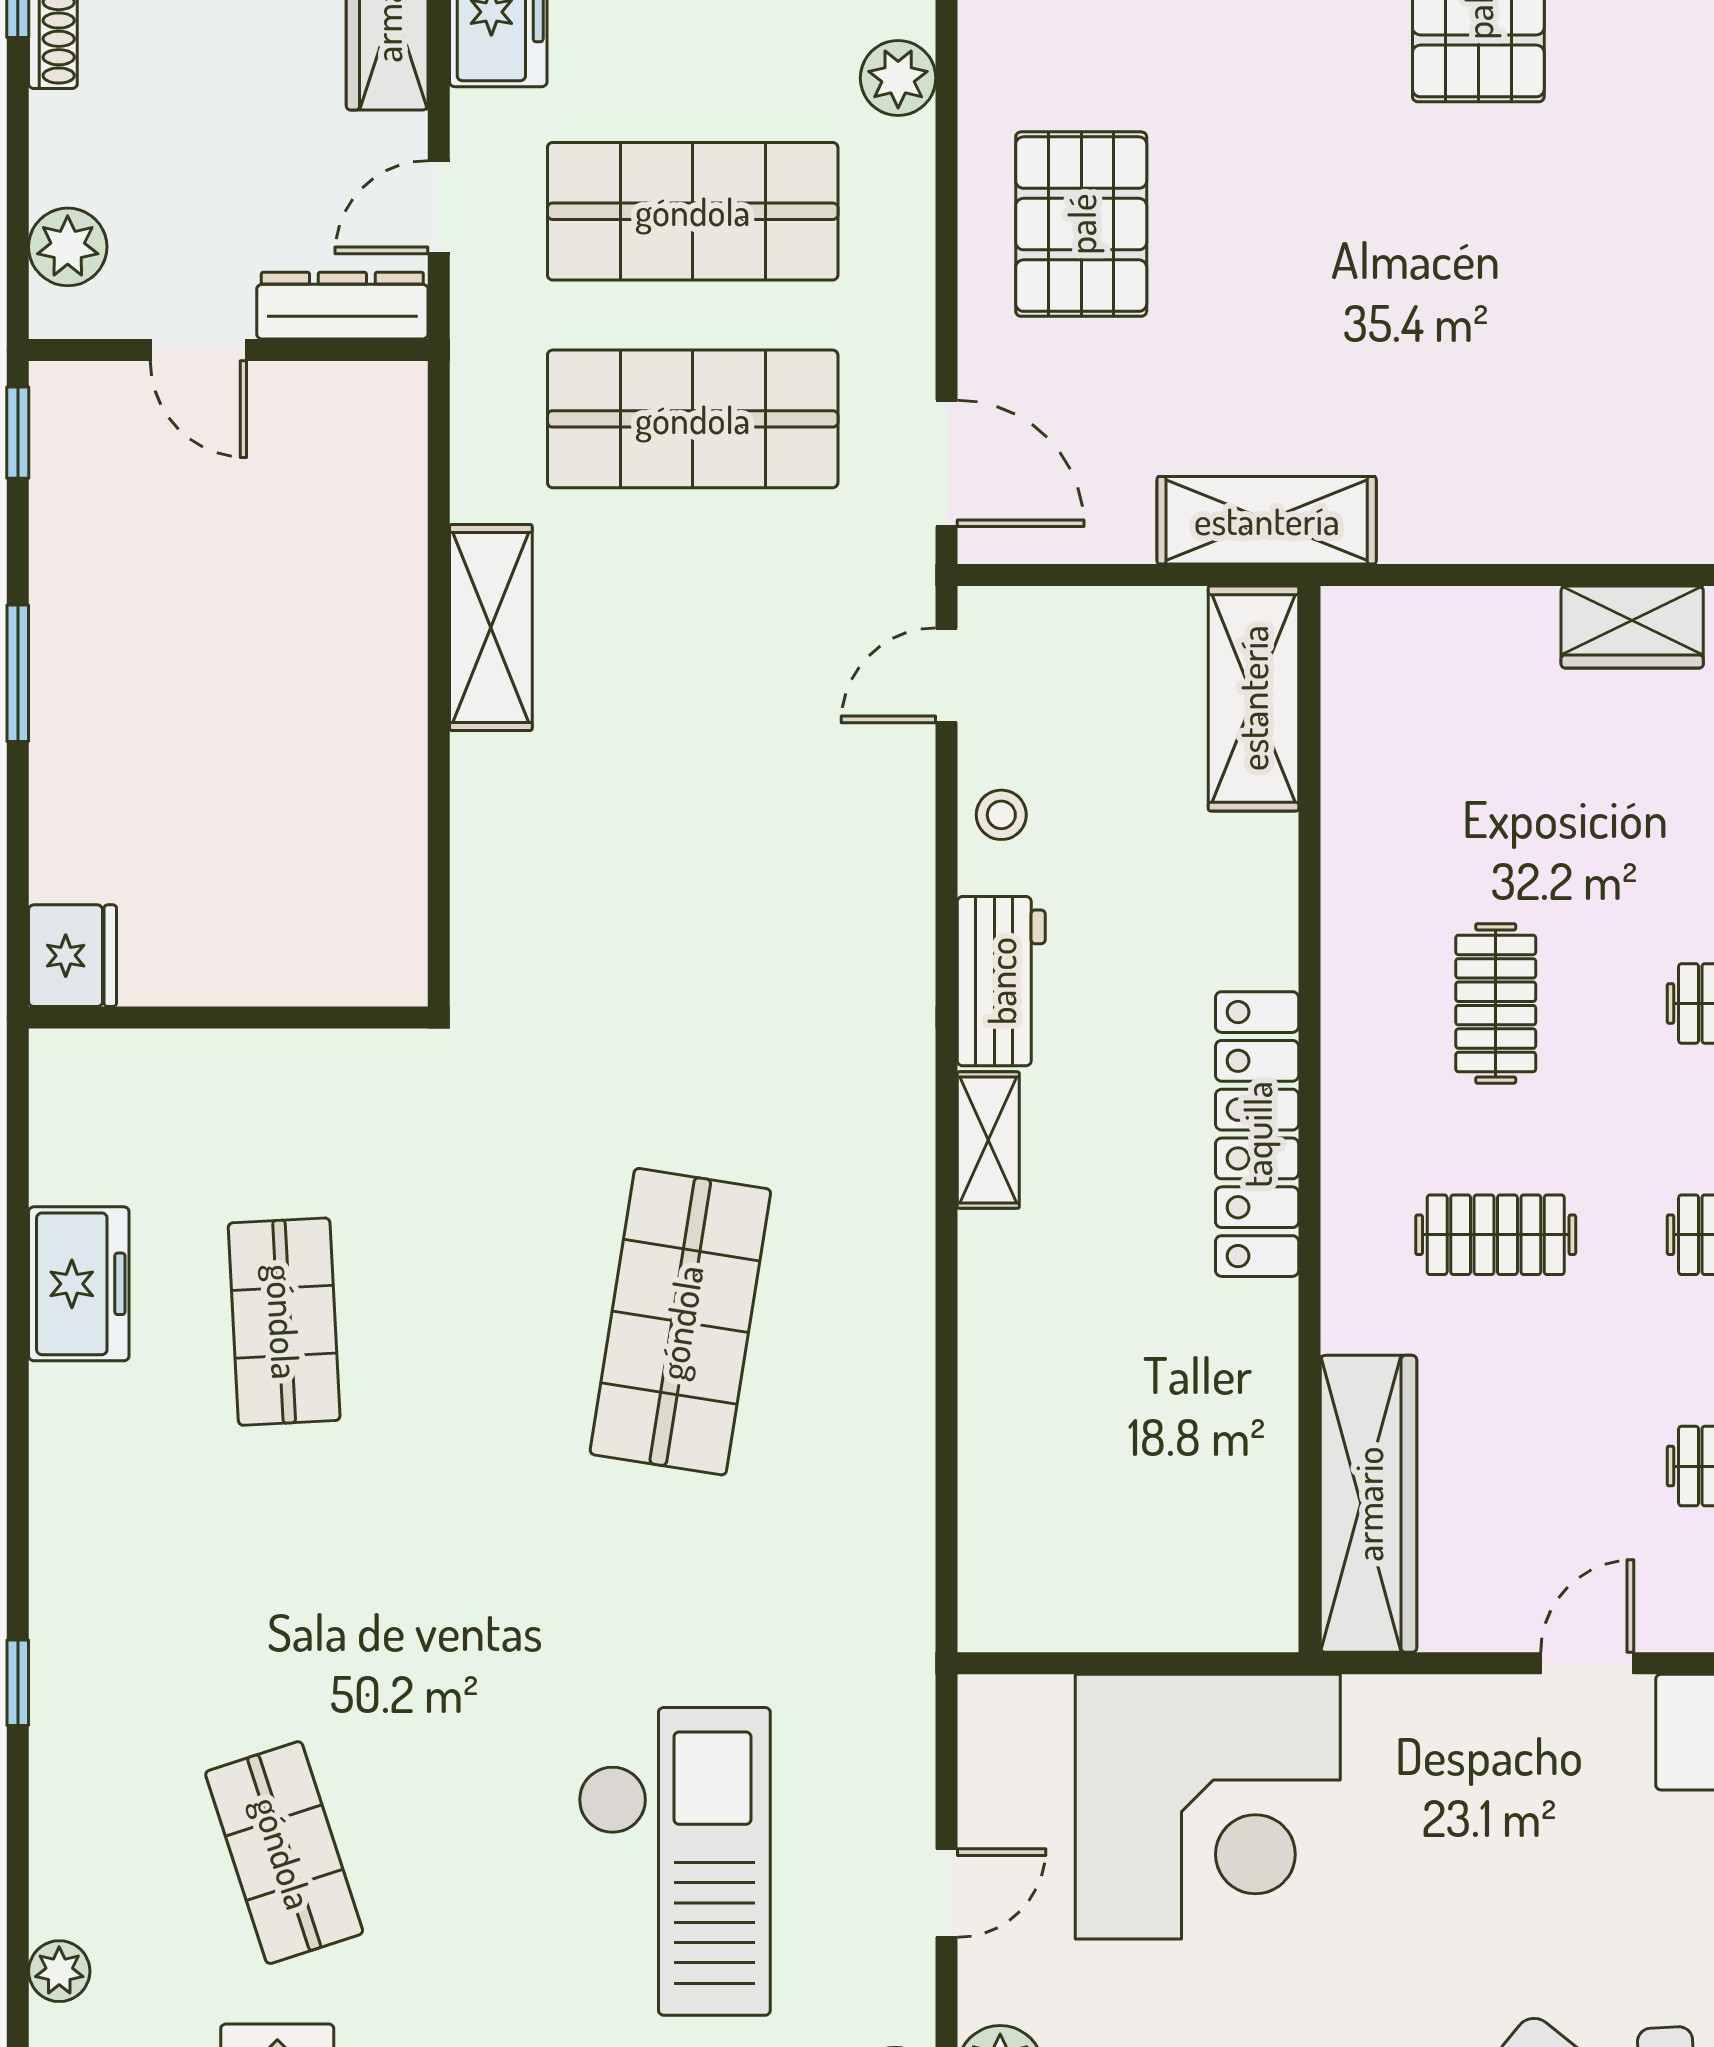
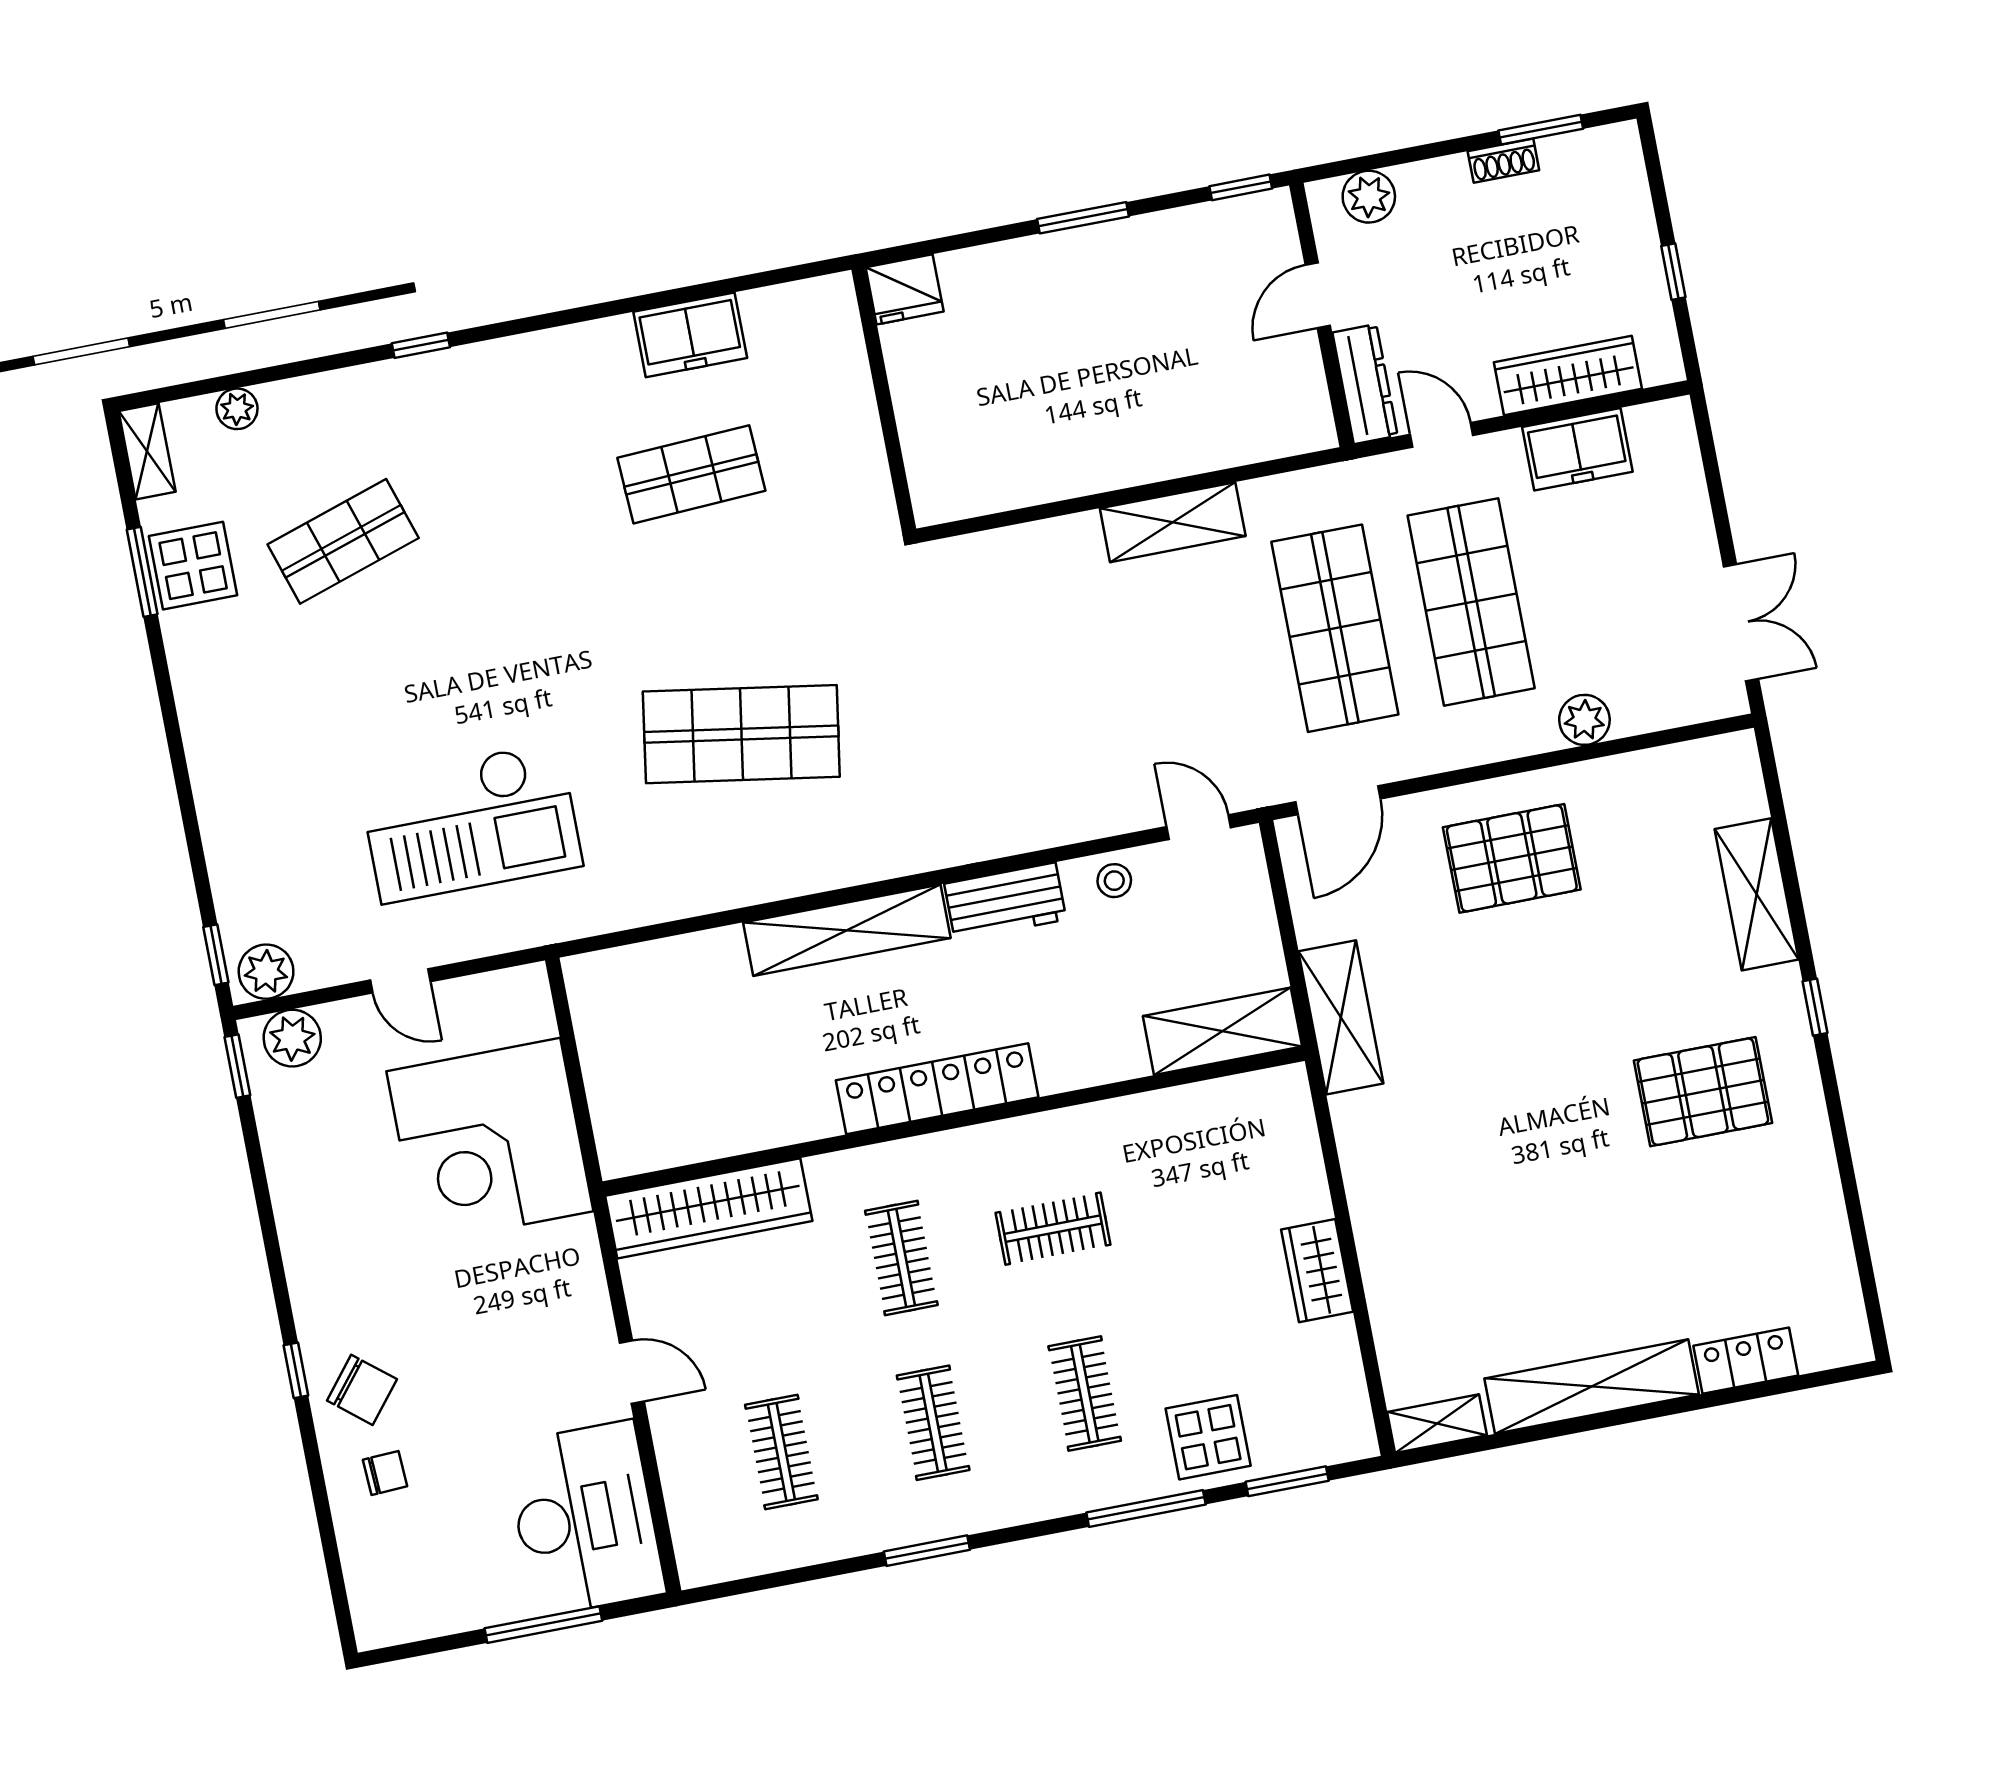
shelving: (988, 1140) -> (847, 930), width x2.20, depth x1.33
checkout: (674, 1861) -> (470, 823), moved

